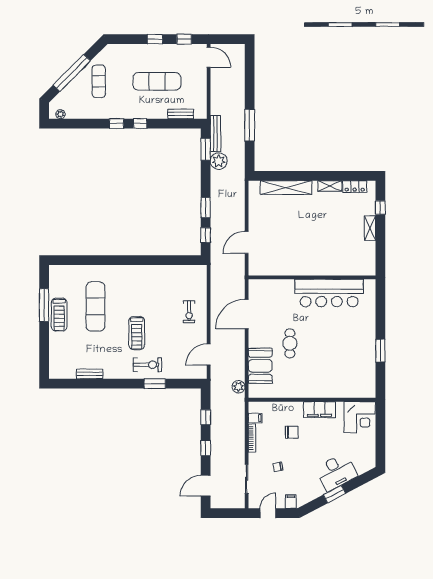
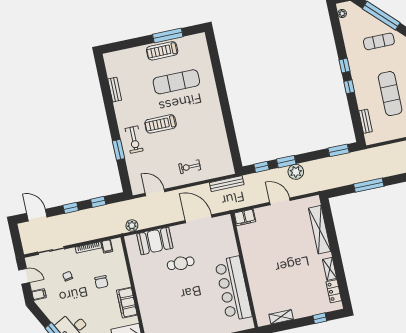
bench: (215, 134) -> (227, 184), moved
plant: (219, 161) -> (296, 172), moved
shelving: (370, 228) -> (281, 317), moved
door: (247, 242) -> (280, 201), moved
filing cabinet: (256, 265) -> (245, 217), added

